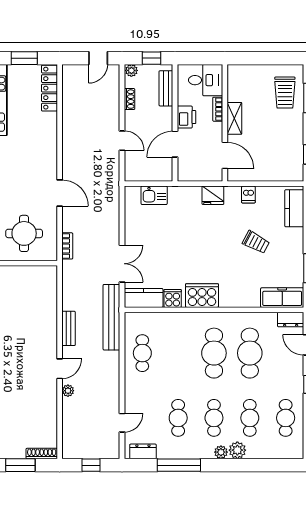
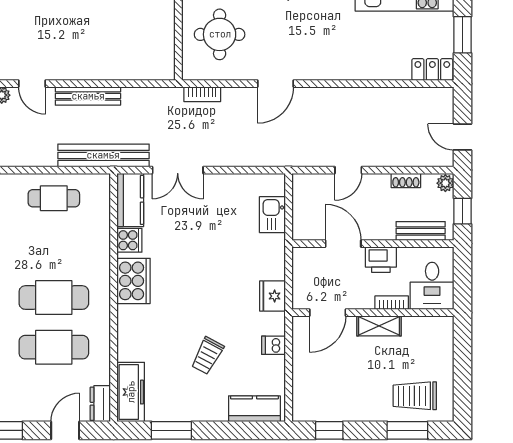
locker: (49, 88) -> (432, 69), width x0.66
bench: (69, 328) -> (88, 96), width x1.36

